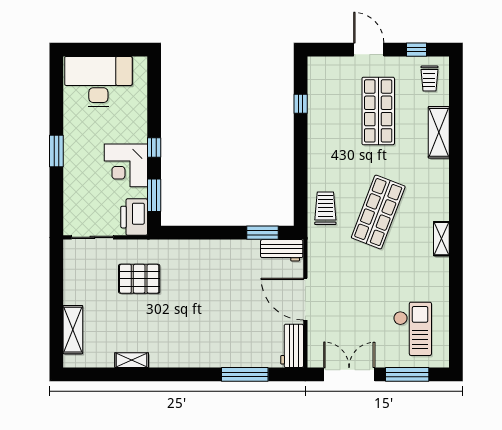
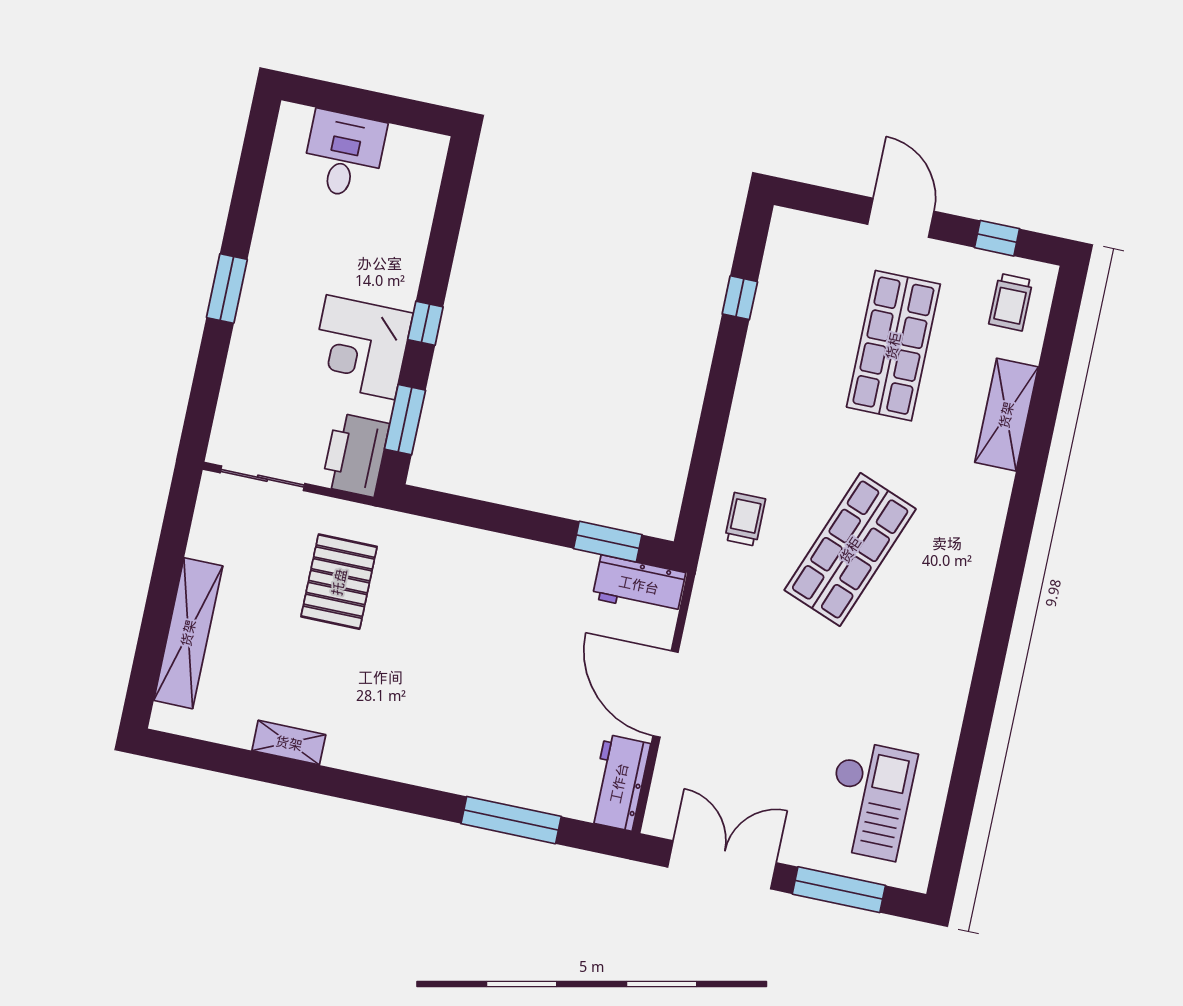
desk: (98, 82) -> (344, 154), width x0.53, depth x0.77
trolley: (325, 208) -> (745, 519), width x0.73, depth x0.72
shelving: (441, 239) -> (966, 630), removed
pallet: (139, 279) -> (339, 582), turned 90
shelving: (73, 330) -> (188, 633), width x1.47

